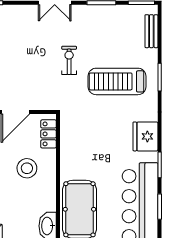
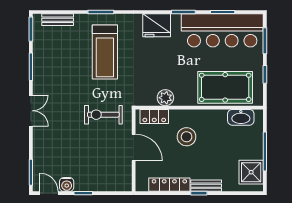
exercise bike: (69, 60) -> (103, 115), moved, width x1.38, depth x1.39
plant: (68, 146) -> (165, 98), added

